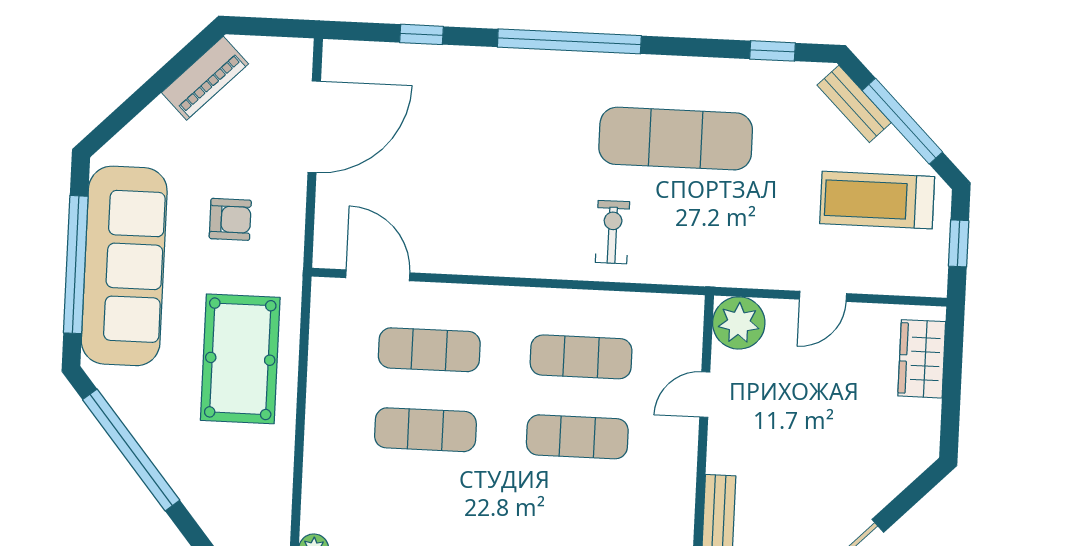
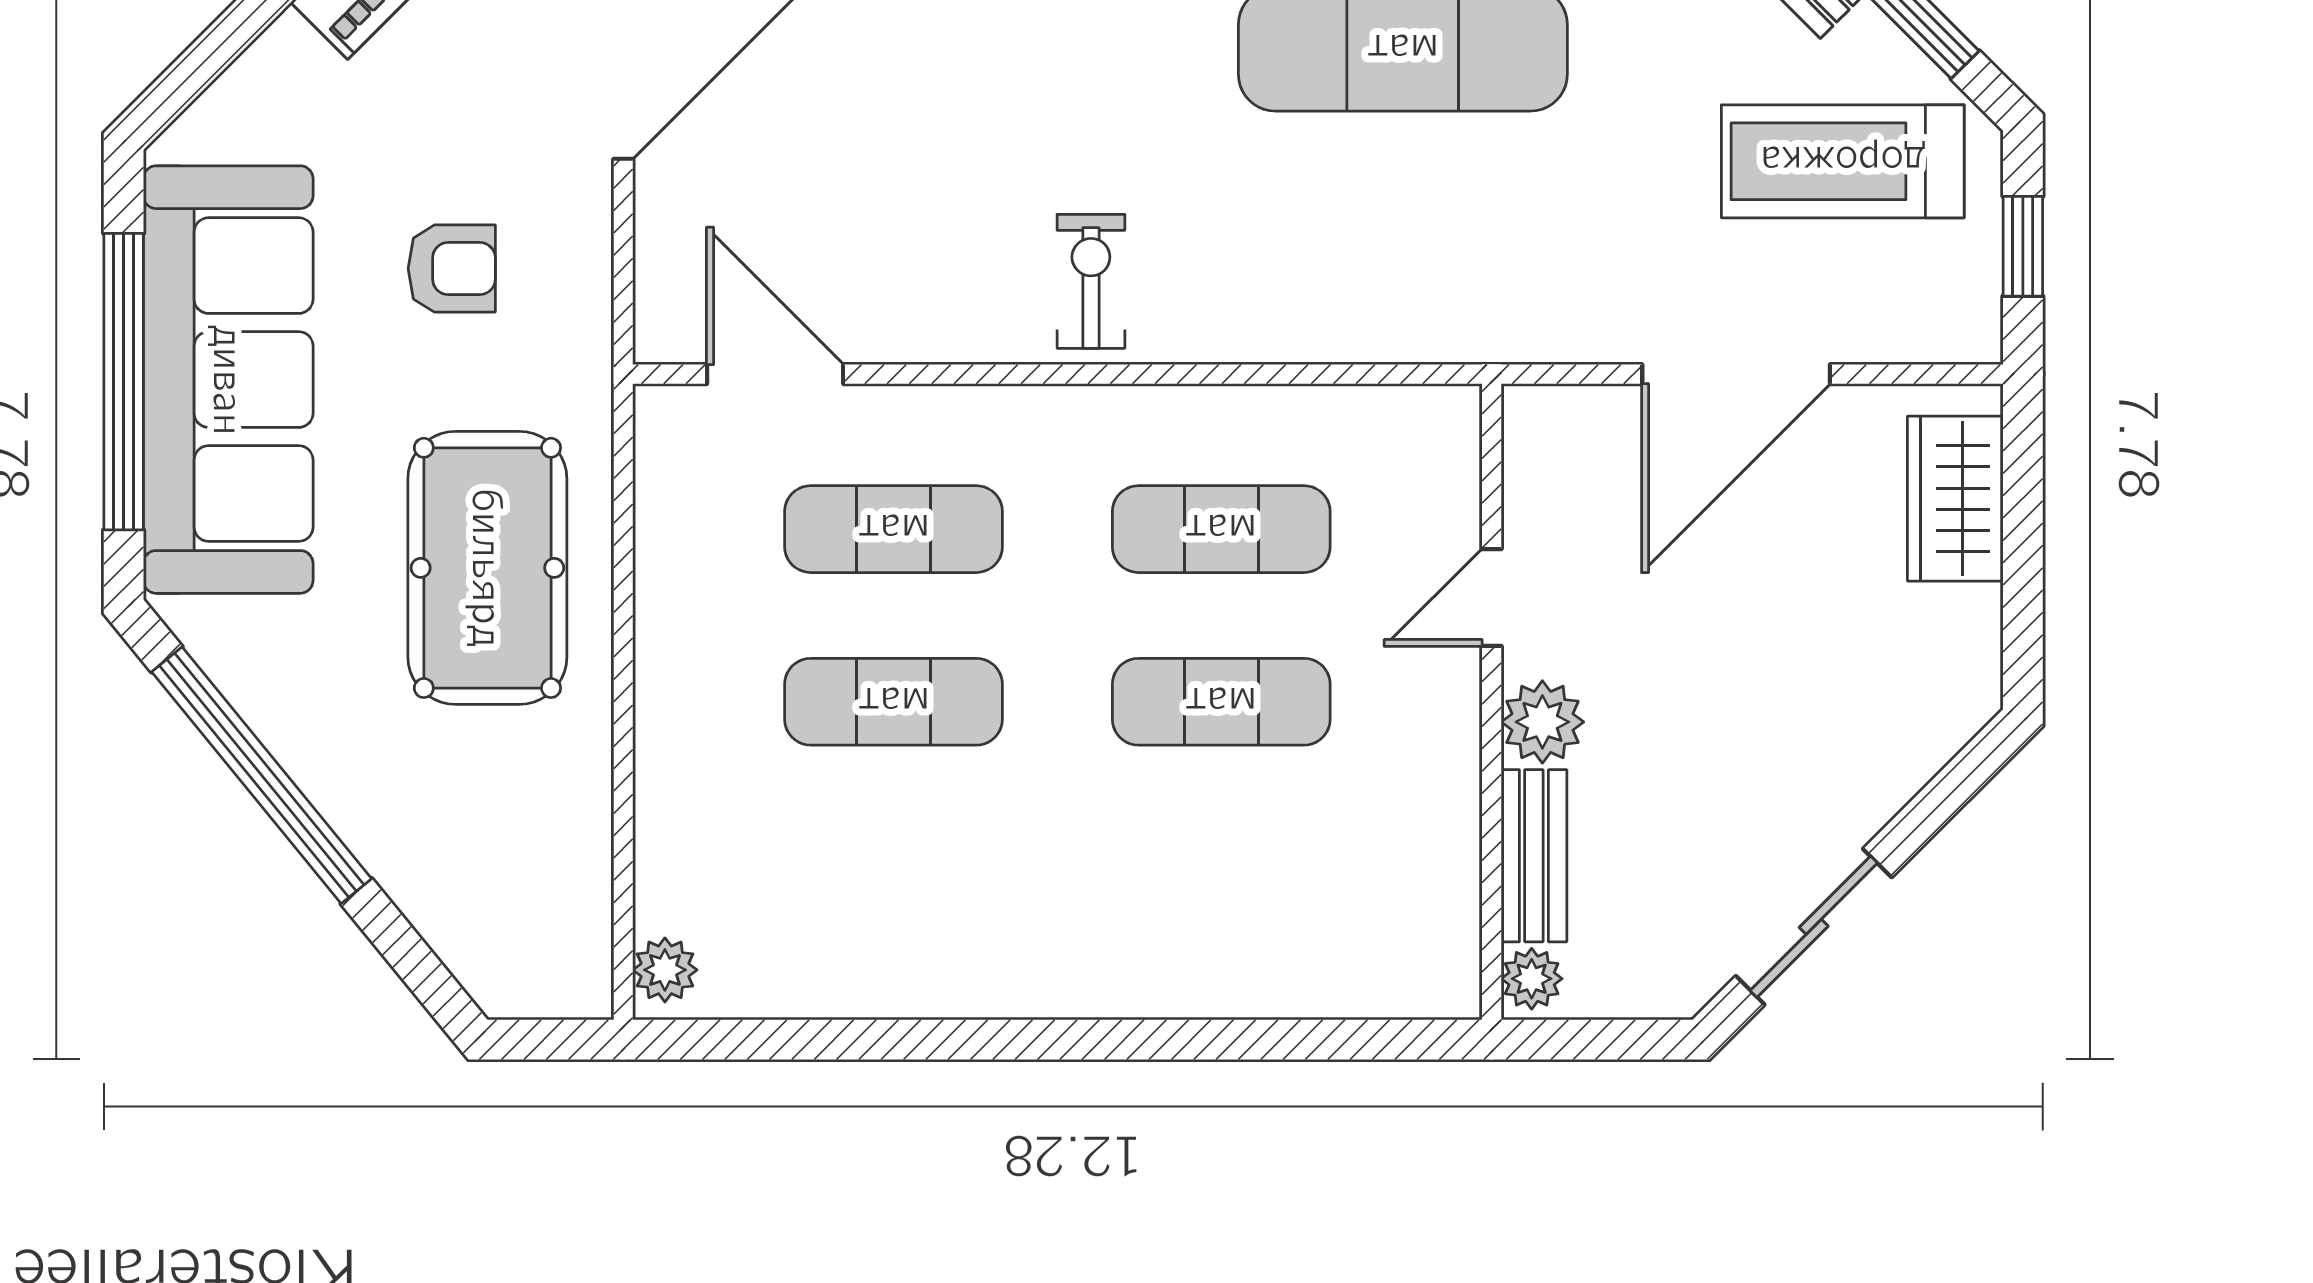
exercise bike: (612, 232) -> (1091, 281), moved
door: (823, 296) -> (1736, 374), width x1.88
plant: (739, 323) -> (1542, 722), moved, width x0.73, depth x0.73

